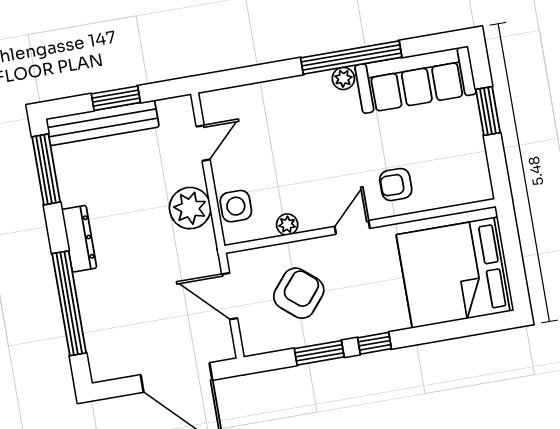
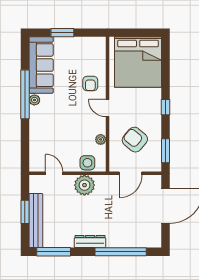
window: (319, 353) -> (165, 151), moved

